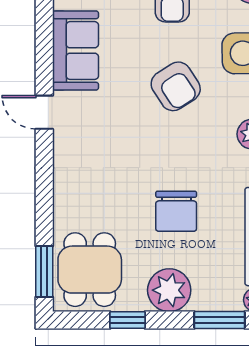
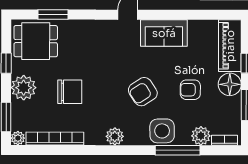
chair: (176, 211) -> (70, 92), turned 180
window: (44, 271) -> (53, 15), moved

